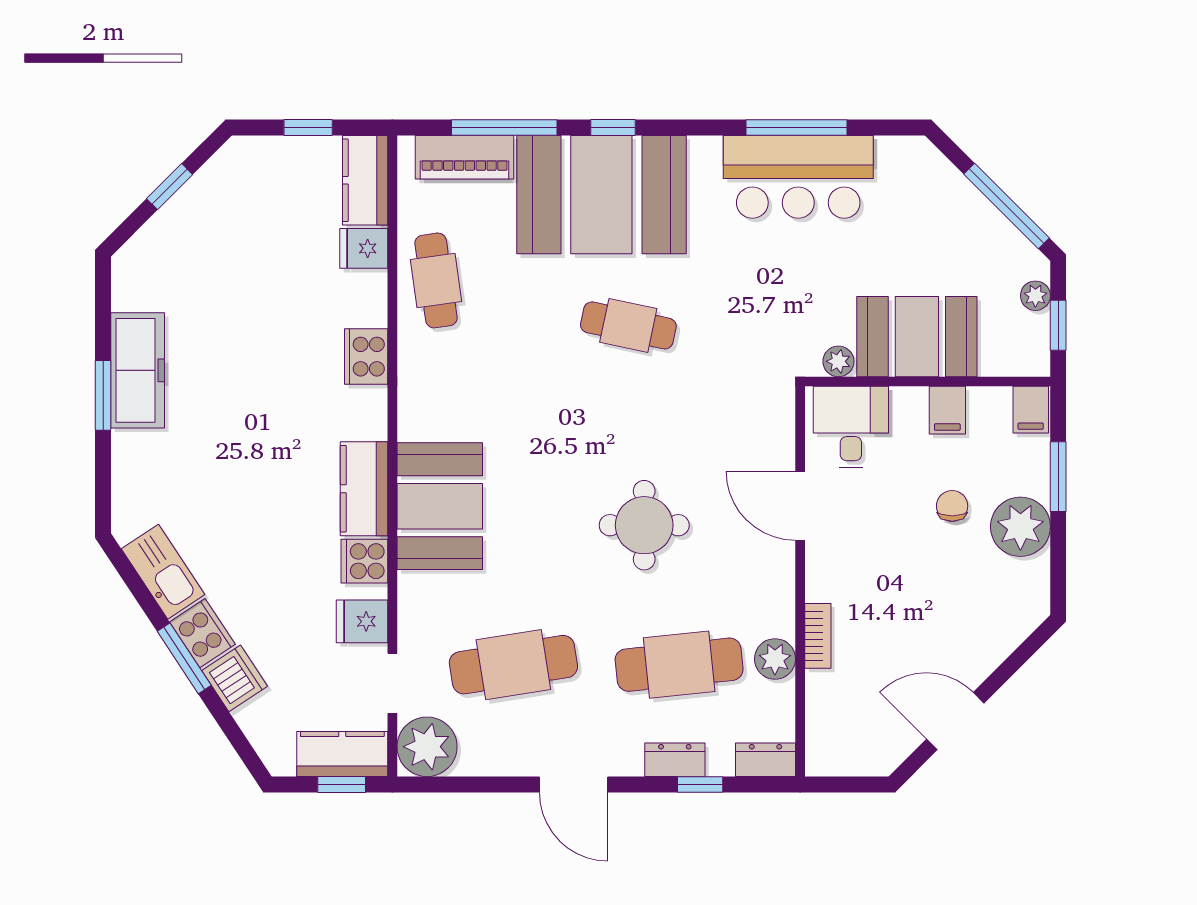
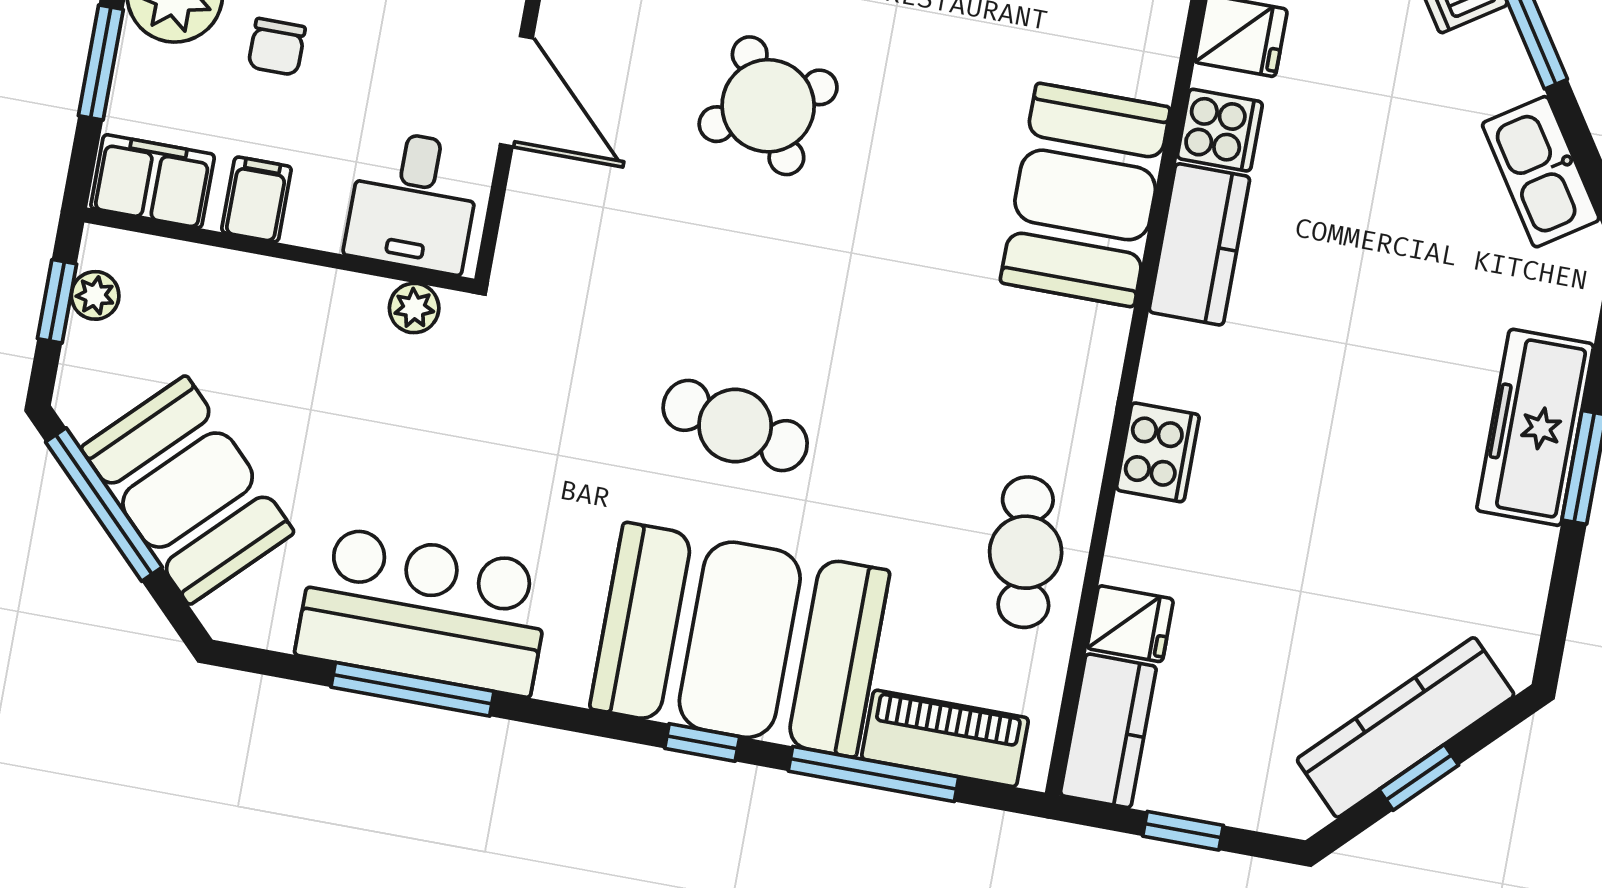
kitchen counter: (183, 216) -> (1406, 727), added
plant: (1035, 296) -> (95, 295), moved
booth: (917, 337) -> (188, 490), moved, turned 45
freezer: (138, 370) -> (1535, 427), moved
filing cabinet: (1031, 410) -> (153, 181), width x2.00
round table: (644, 525) -> (768, 106), turned -30
cooker: (202, 633) -> (1496, 63), removed

